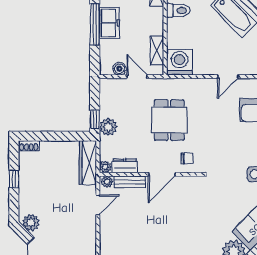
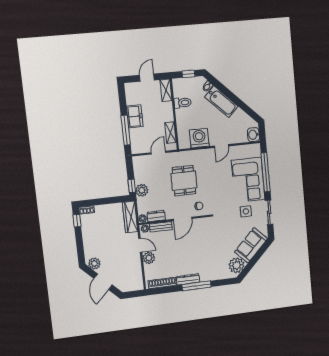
window: (95, 24) -> (126, 130), moved
washing machine: (179, 62) -> (199, 138), moved
boiler: (119, 69) -> (145, 148), removed
door: (137, 77) -> (158, 153), hinge flipped
window: (14, 179) -> (77, 221), moved
door: (98, 205) -> (140, 245), hinge flipped
plant: (108, 224) -> (149, 258), added

